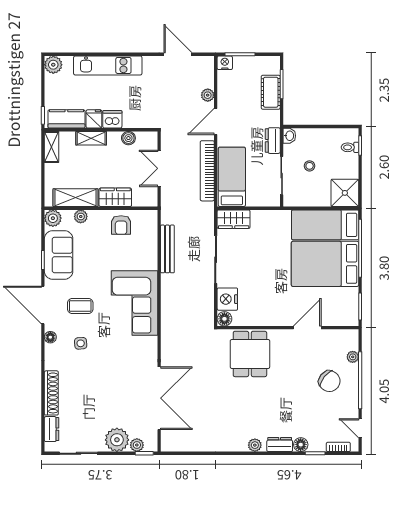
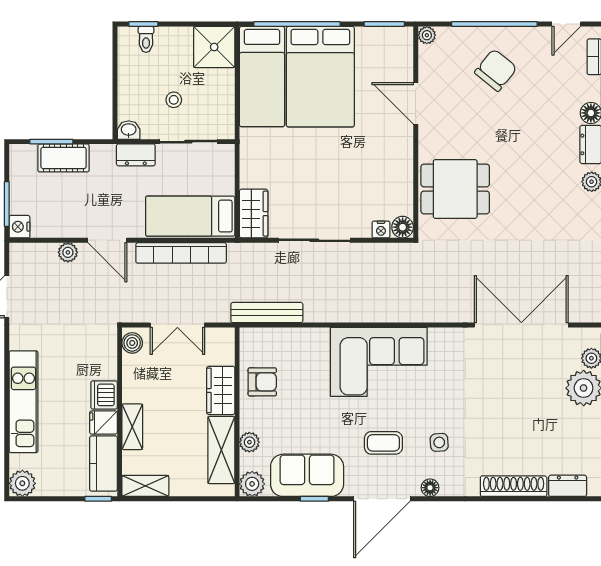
boiler: (128, 138) -> (132, 343), moved
bench: (167, 249) -> (267, 313), moved
nightstand: (227, 299) -> (381, 230), width x0.53, depth x0.56
coffee table: (80, 306) -> (383, 443), turned 90
plant: (353, 357) -> (427, 35), moved

